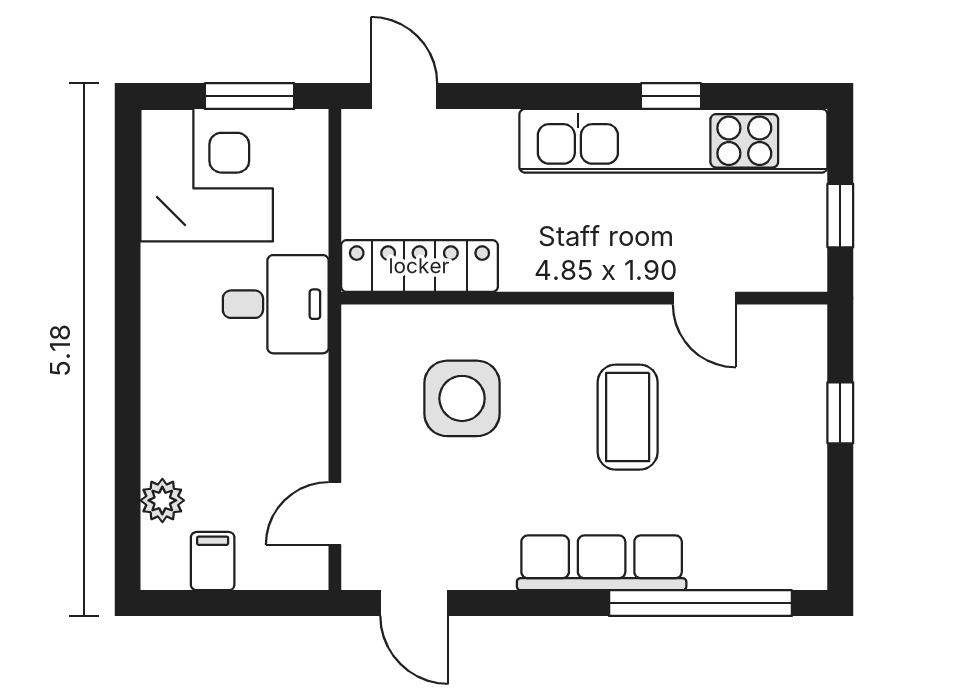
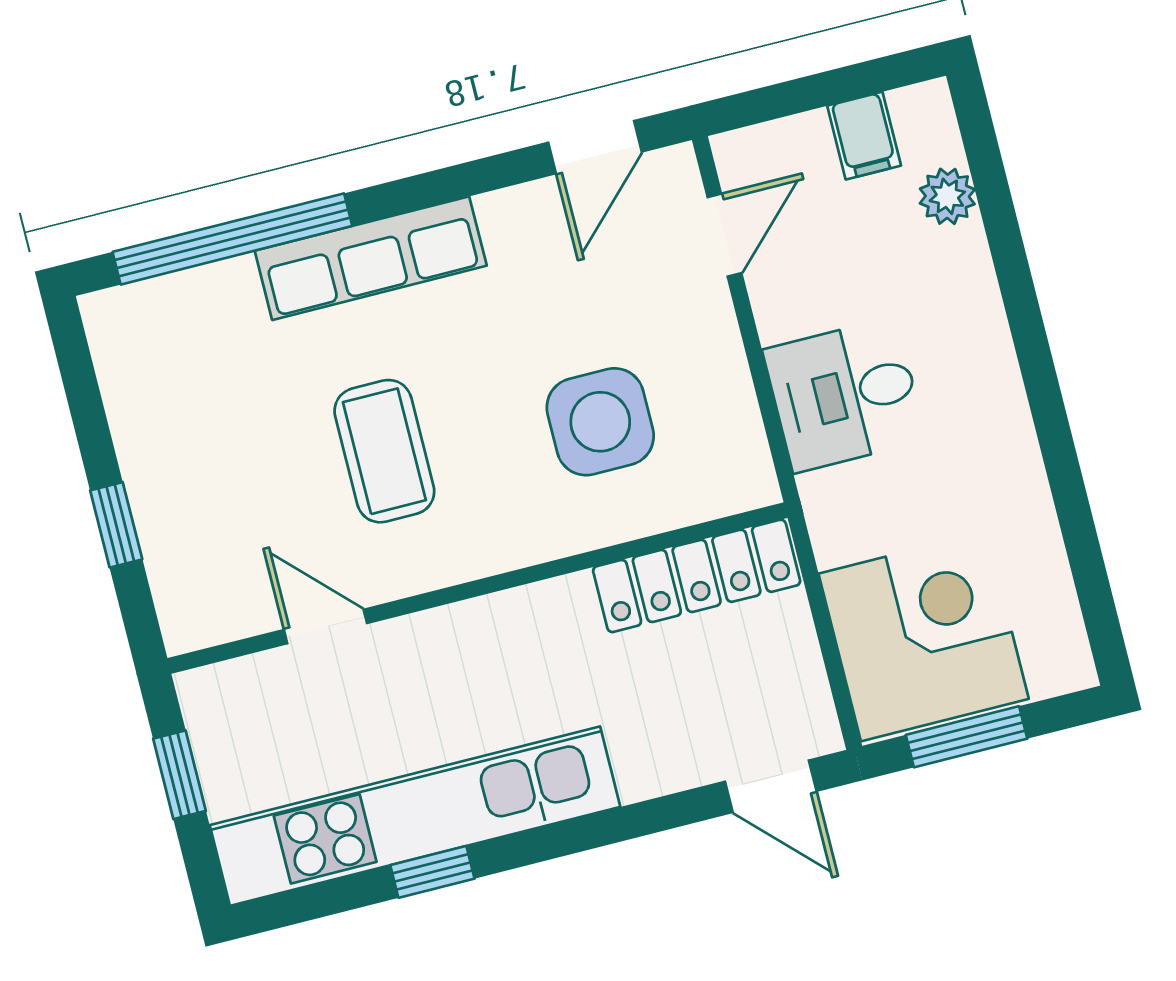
corner desk: (207, 175) -> (924, 636), moved, turned 180
desk: (276, 304) -> (845, 395), moved
door: (414, 603) -> (595, 147), swing flipped

